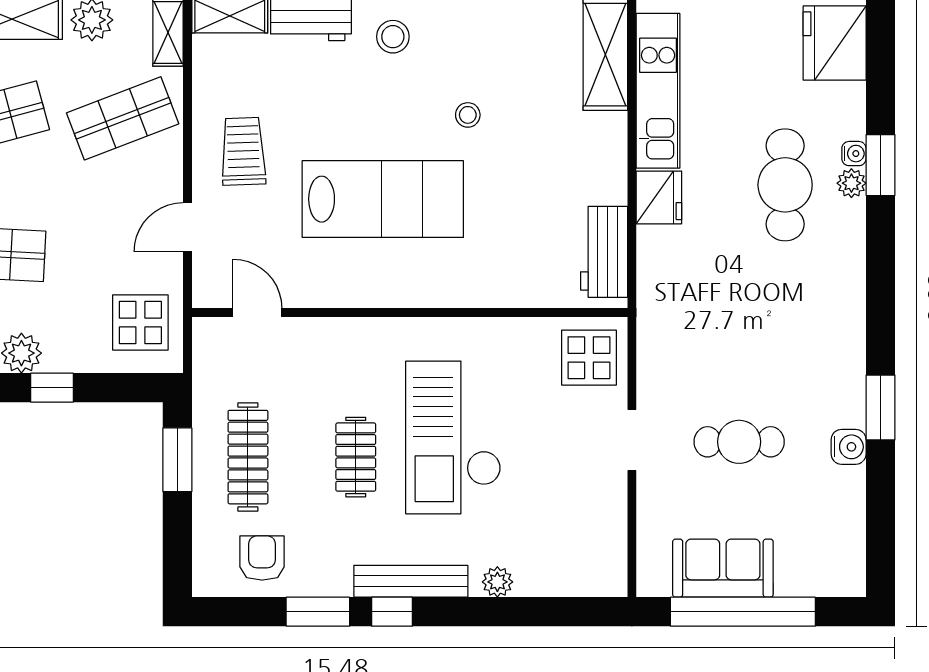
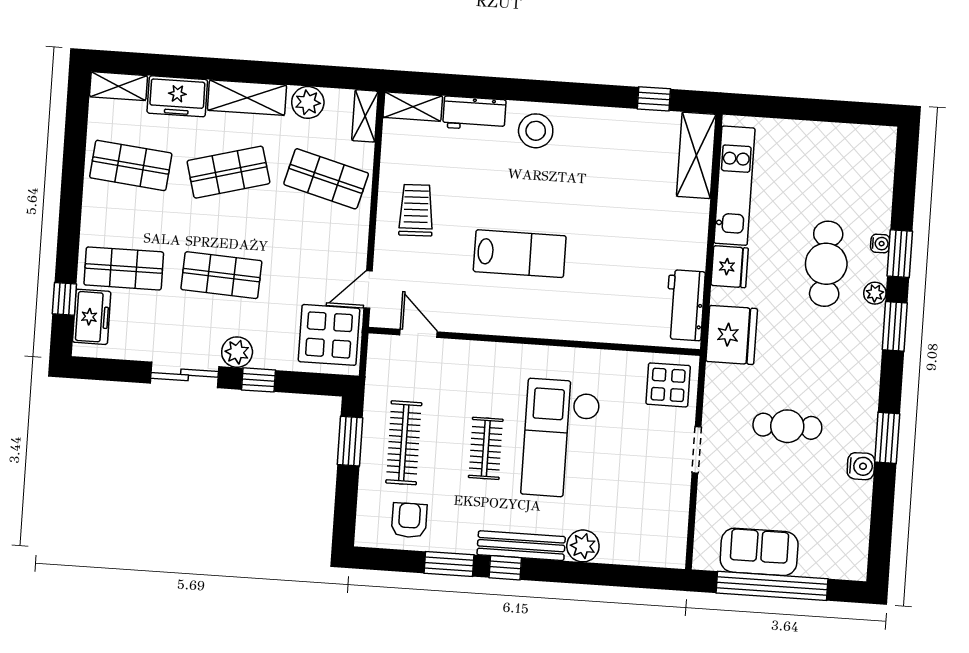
stool: (393, 37) -> (536, 131), width x1.38, depth x1.38
fridge: (835, 43) -> (732, 335), moved, turned 180
stool: (468, 115) -> (589, 194), removed
shop shelf: (123, 118) -> (326, 179), turned 36
plant: (851, 183) -> (875, 293), moved
lab bench: (383, 199) -> (520, 254), width x0.73, depth x0.72
door: (187, 227) -> (368, 290), moved
window: (881, 261) -> (895, 326), added
display table: (140, 323) -> (329, 335), width x1.36, depth x1.36
cafe table: (739, 442) -> (787, 426), moved
plant: (497, 582) -> (583, 546), width x1.38, depth x1.38

